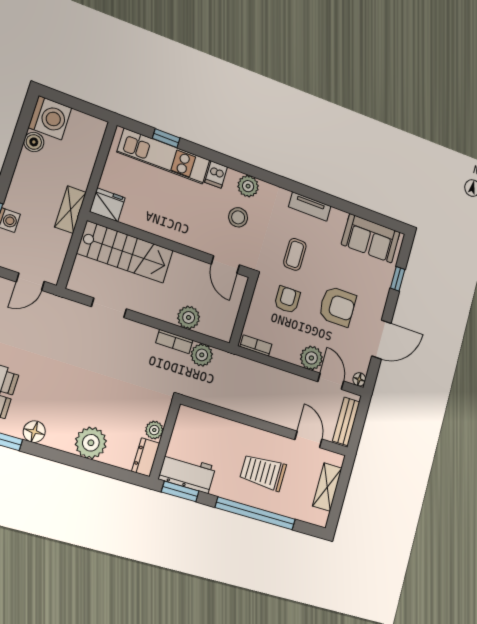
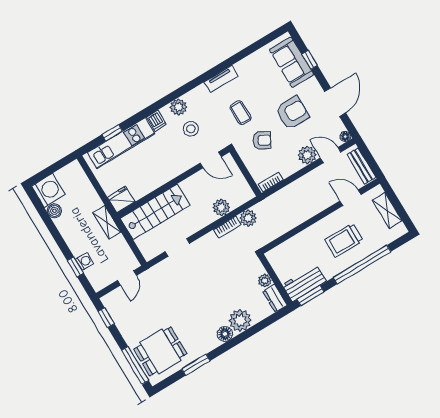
sofa: (371, 238) -> (292, 62), moved, turned 90
armchair: (287, 300) -> (262, 140), turned 118
floor lamp: (34, 432) -> (225, 334), moved

